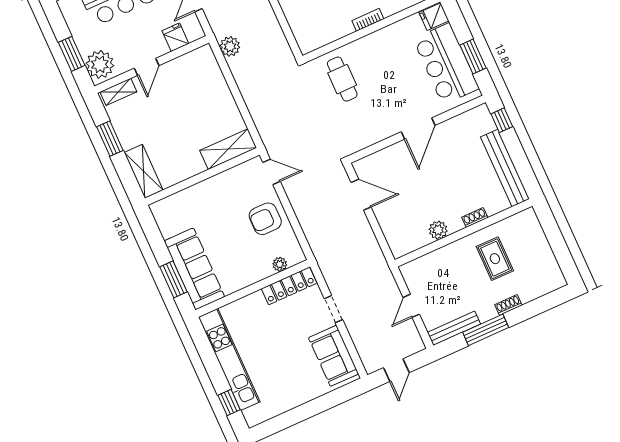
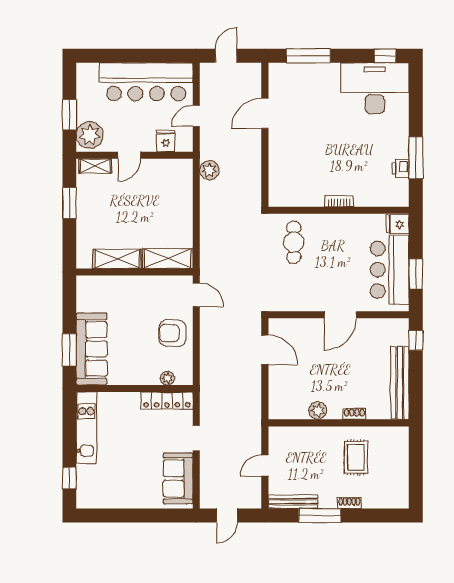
shelving: (144, 171) -> (117, 259), moved, turned 90
kitchen unit: (229, 359) -> (86, 428), width x0.73

